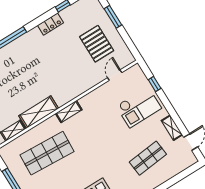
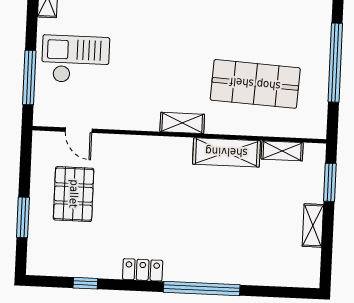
locker: (51, 24) -> (143, 270), moved
door: (115, 75) -> (79, 130), hinge flipped
window: (155, 84) -> (29, 78), width x2.17

